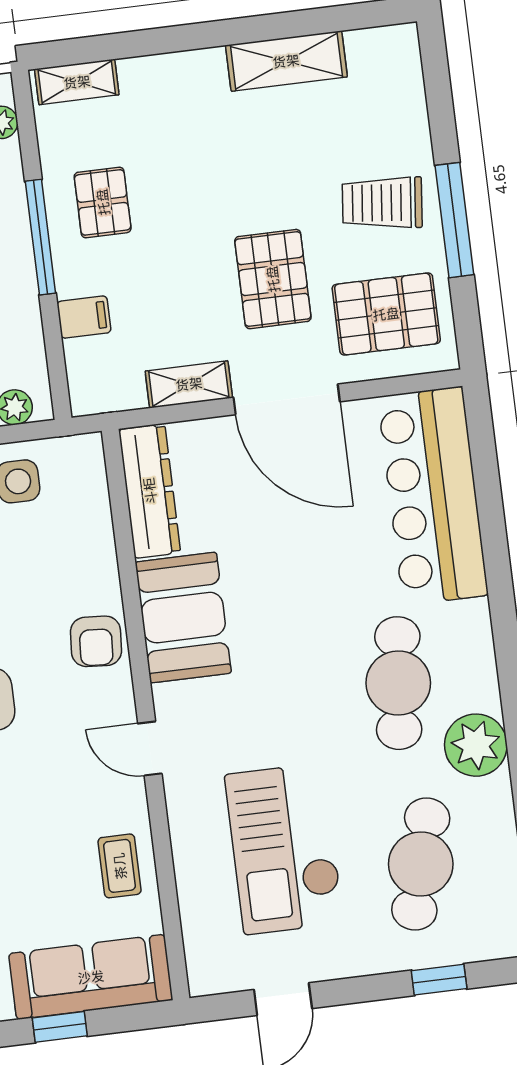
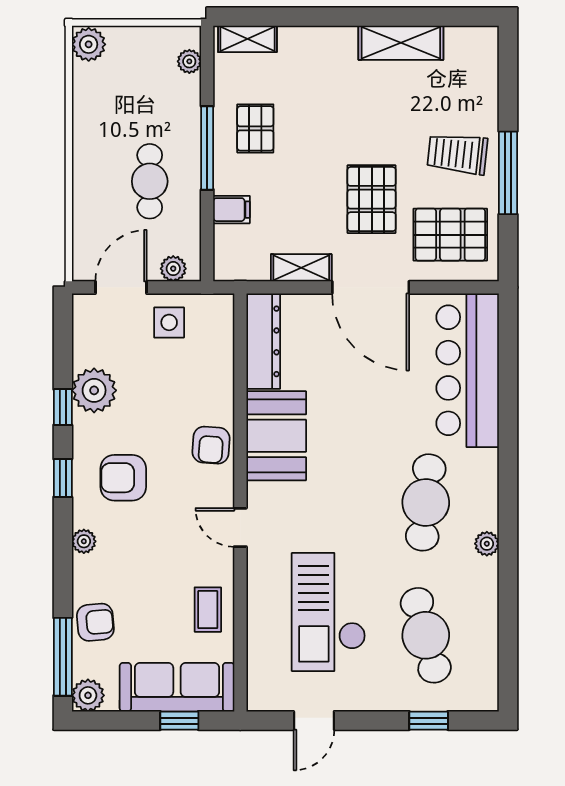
plant: (476, 745) -> (487, 544), width x0.53, depth x0.53
cafe table: (421, 864) -> (426, 635), turned -30
window: (60, 1027) -> (179, 721), moved

